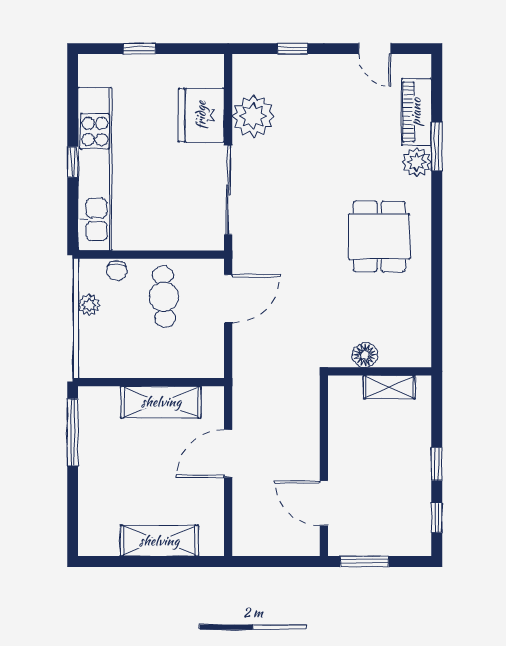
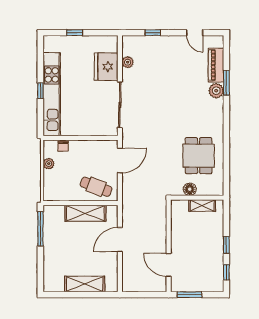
plant: (253, 116) -> (128, 62), width x0.53, depth x0.53
dining table: (379, 236) -> (199, 156), moved
cafe table: (164, 297) -> (96, 187), moved, turned -66

